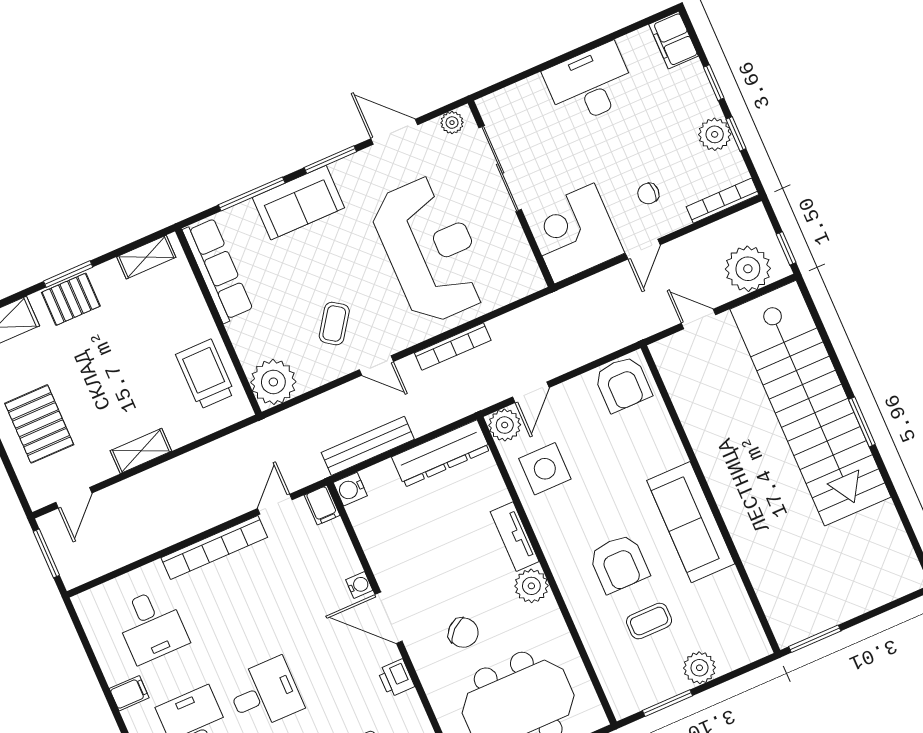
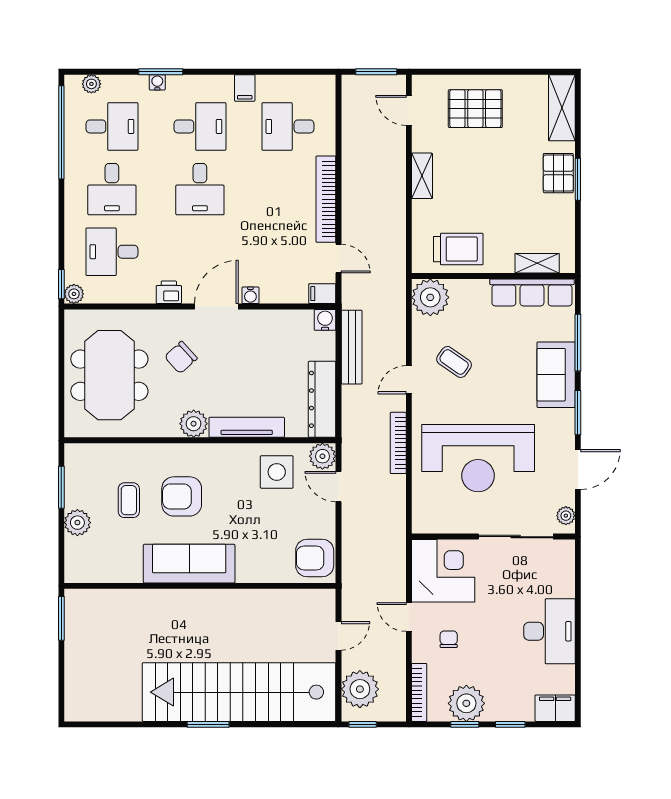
plant: (715, 134) -> (466, 703), width x1.36, depth x1.36
shelving: (146, 257) -> (537, 263), moved, turned 90
tv unit: (515, 537) -> (247, 427), width x1.41

